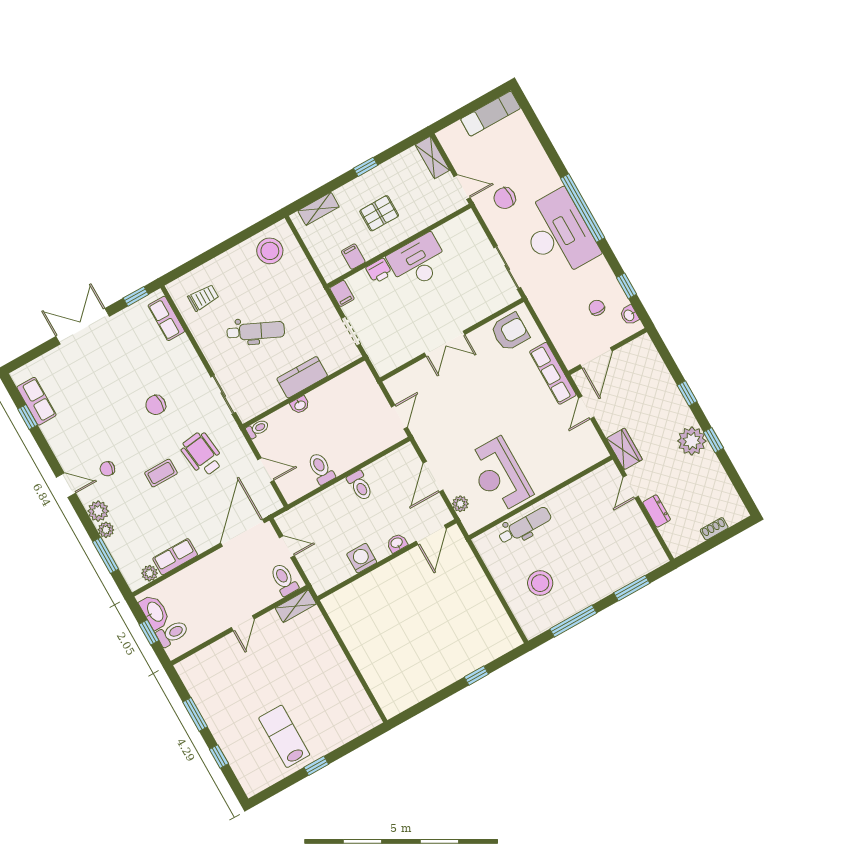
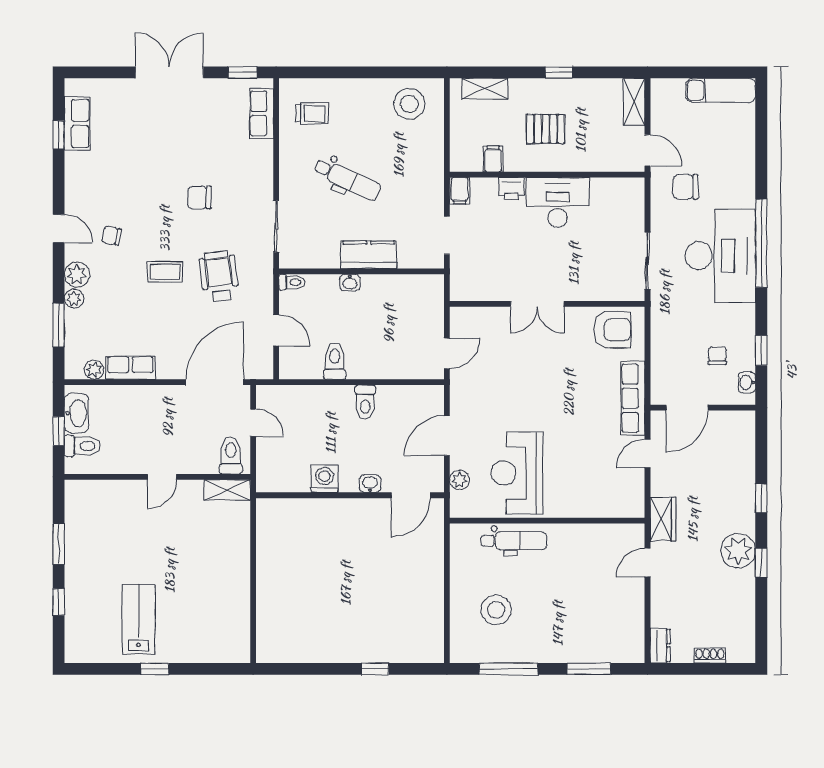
dresser: (657, 511) -> (660, 646), moved

